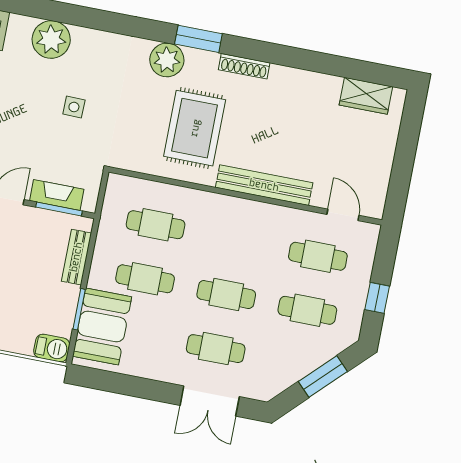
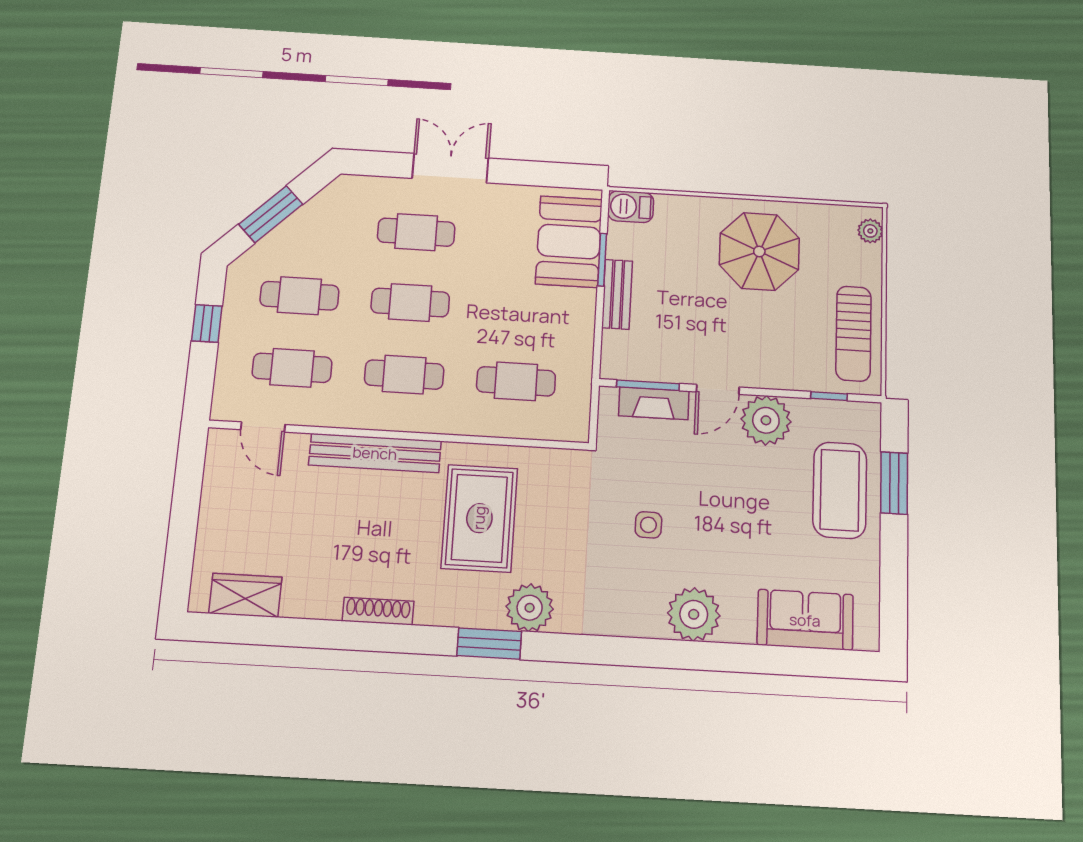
shoe rack: (244, 66) -> (378, 611), moved
bench: (76, 257) -> (617, 294), moved
cafe table: (145, 279) -> (404, 375), moved
double door: (210, 401) -> (450, 168), moved

